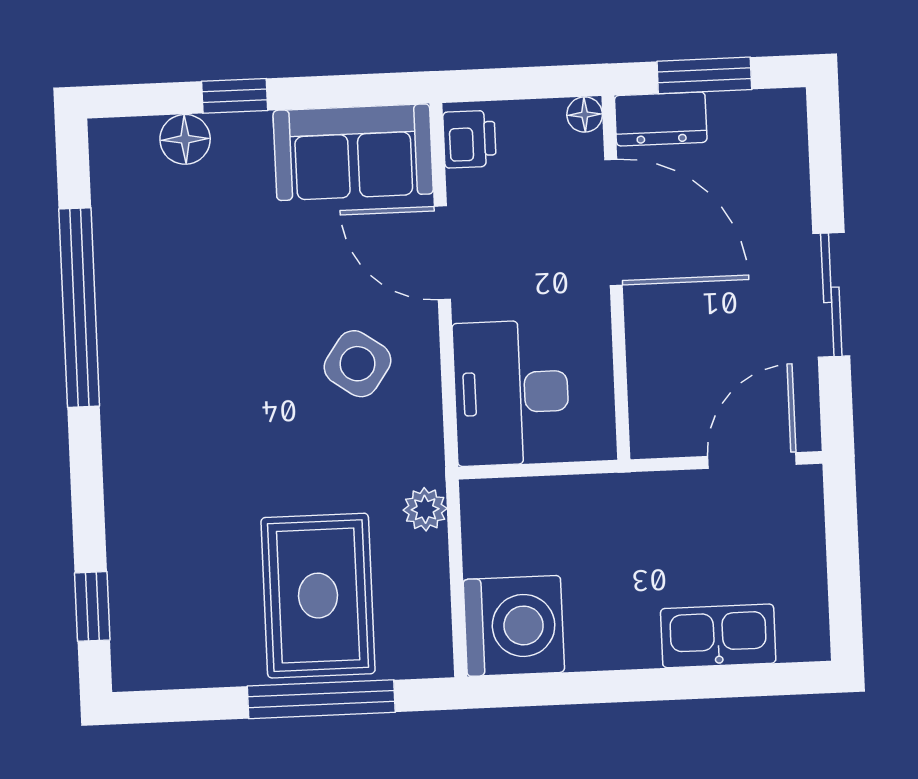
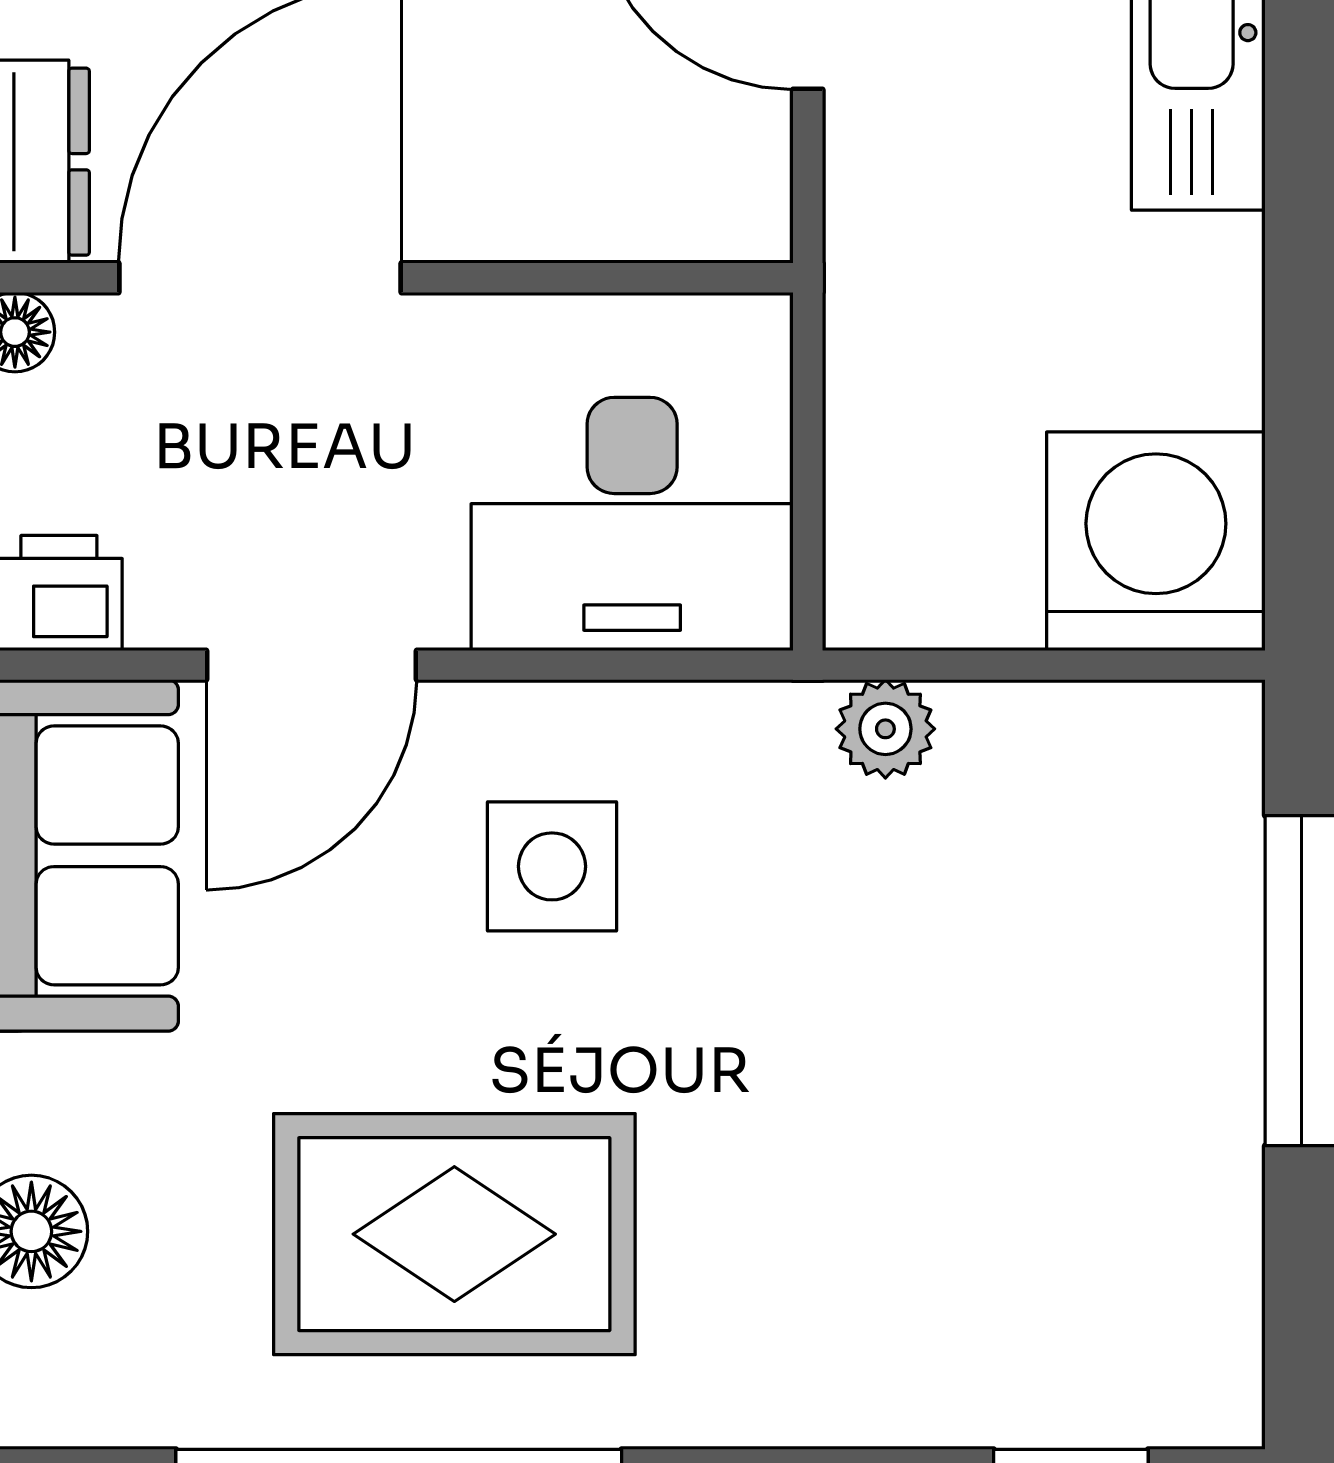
side table: (357, 364) -> (552, 866), turned -35
rug: (318, 596) -> (454, 1234), moved

